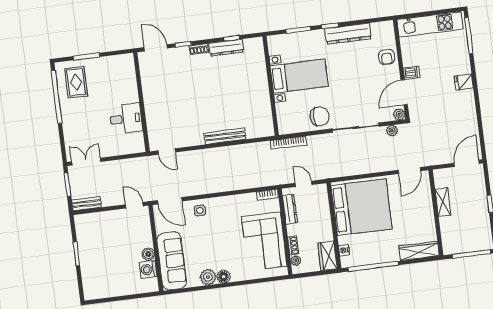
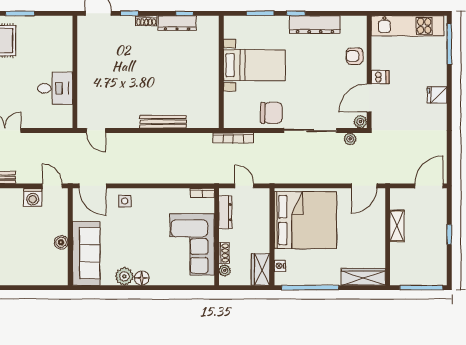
armchair: (387, 57) -> (355, 56), turned 90
washing machine: (148, 269) -> (33, 197), moved, turned -90

